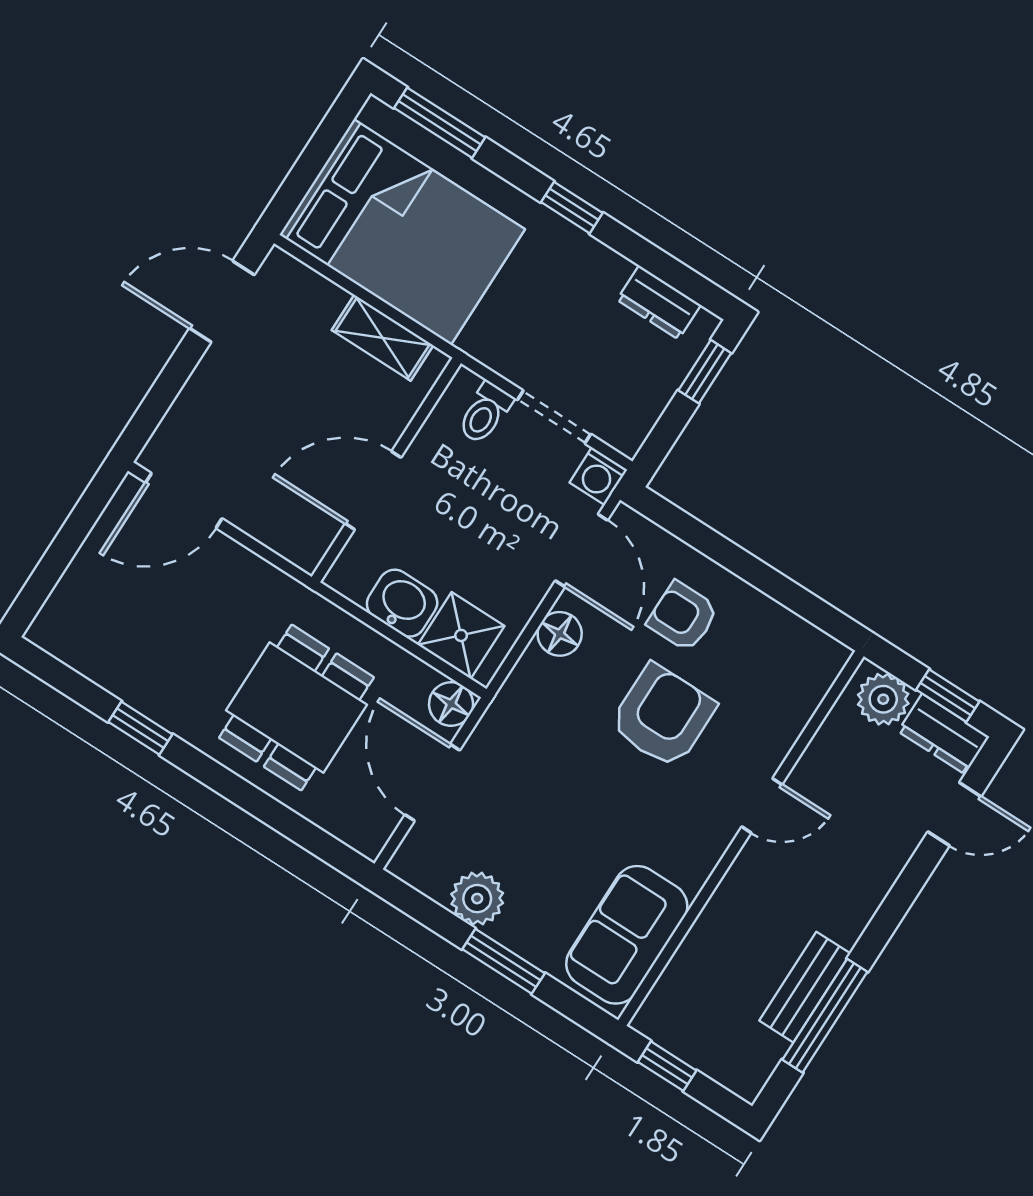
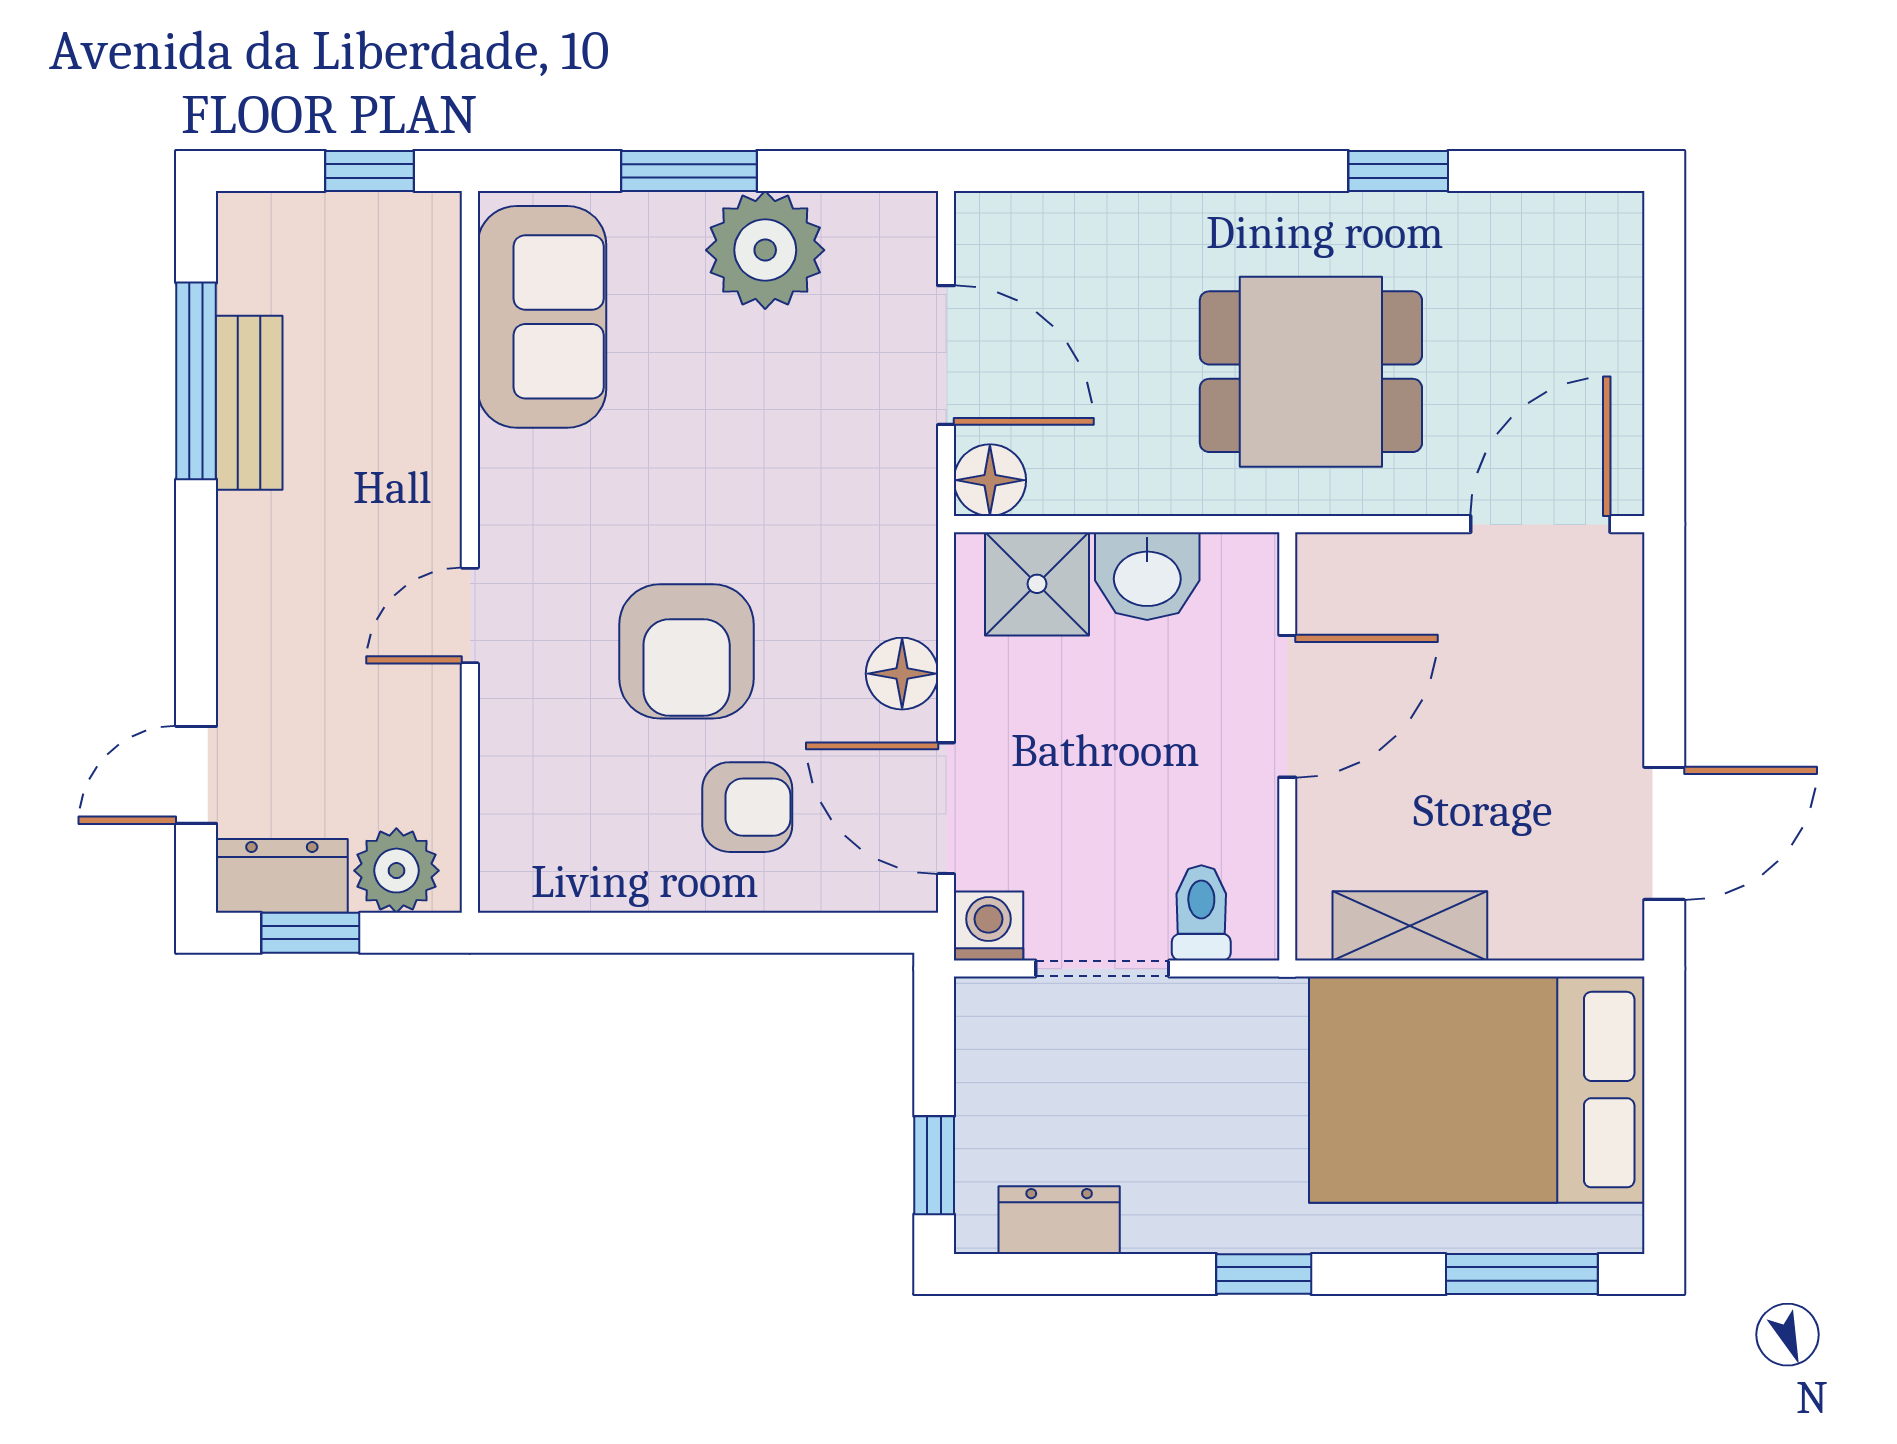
dining table: (296, 708) -> (1311, 372), moved, turned 90
plant: (477, 899) -> (765, 250), width x1.36, depth x1.36

